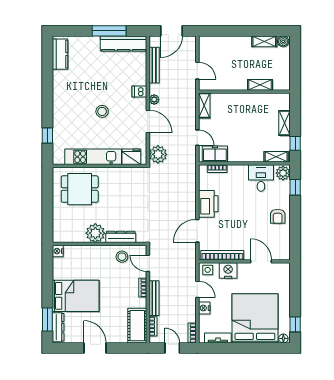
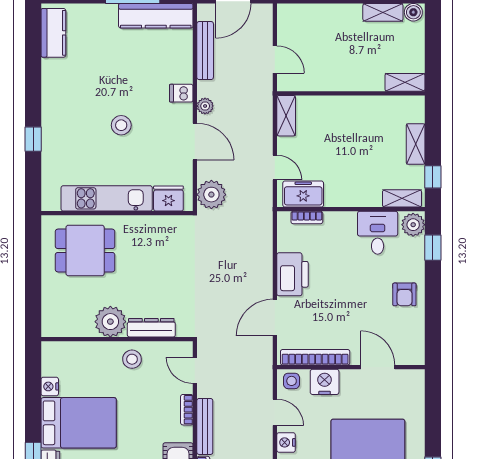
shelving: (260, 85) -> (405, 82), moved
window: (47, 136) -> (33, 139), moved
nightstand: (58, 251) -> (50, 386), moved
stool: (122, 257) -> (132, 359), moved

